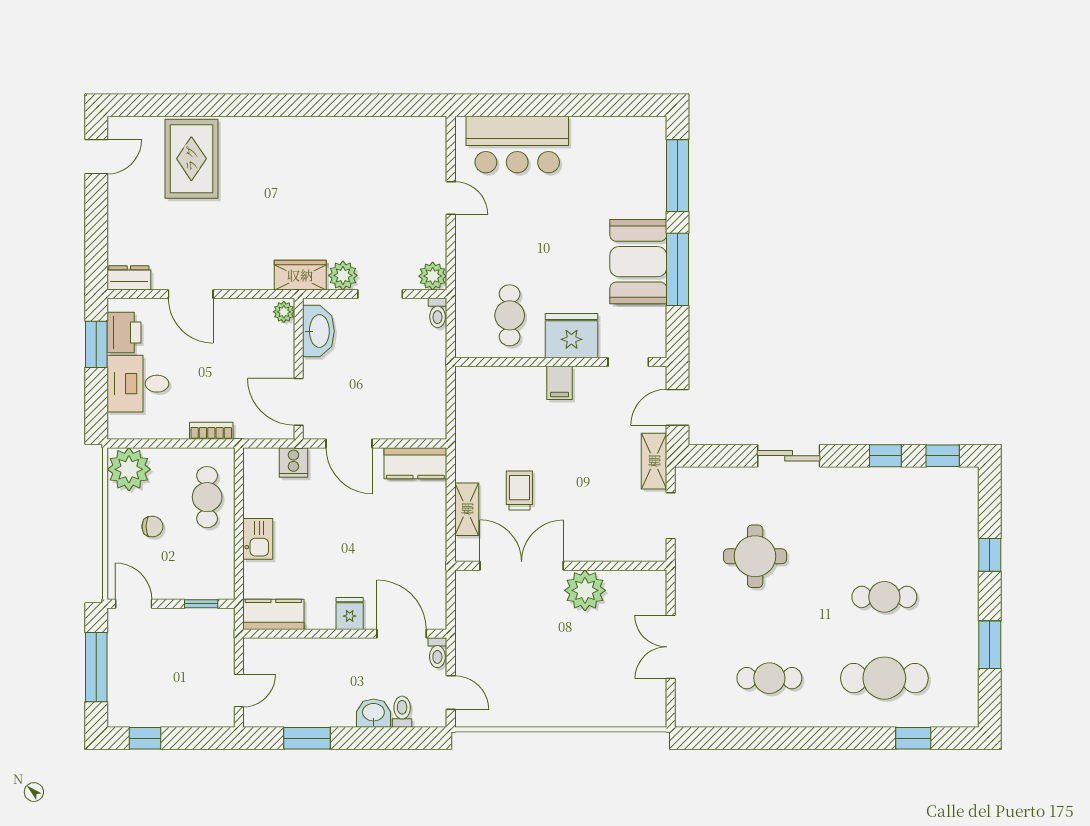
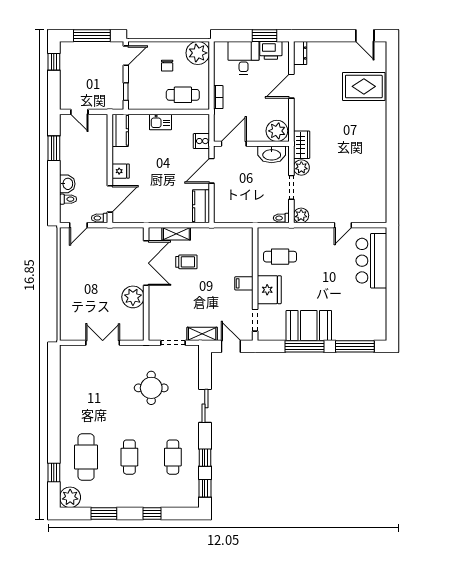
plant: (284, 312) -> (277, 131), width x1.88, depth x1.88
cafe table: (769, 678) -> (173, 457), moved
plant: (960, 708) -> (70, 497), added

